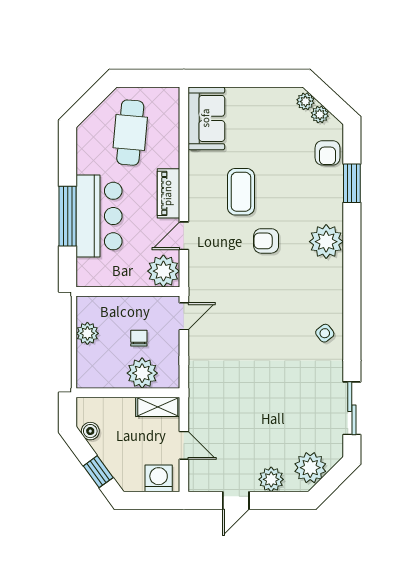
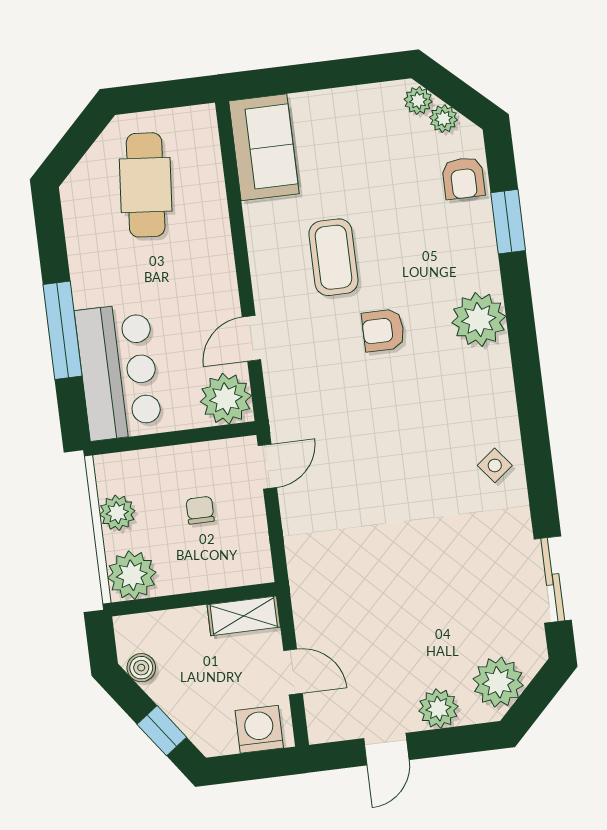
piano: (168, 193) -> (218, 274), removed
bar counter: (99, 216) -> (119, 372), moved
plant: (142, 373) -> (132, 575), moved

